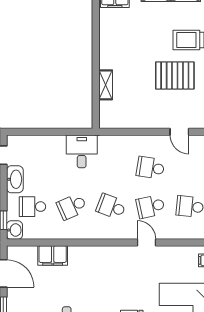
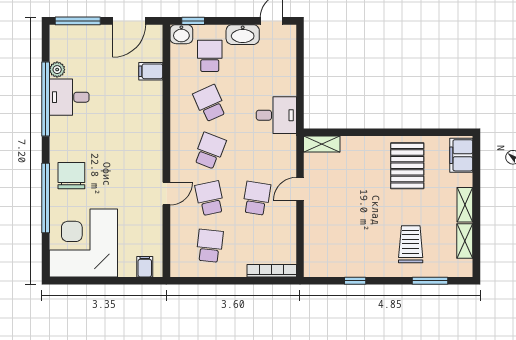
pallet: (175, 75) -> (407, 166), moved
shelving: (106, 85) -> (322, 144), moved
door: (179, 132) -> (300, 189), moved
filing cabinet: (53, 255) -> (151, 71), width x0.50

